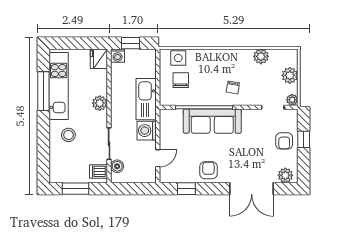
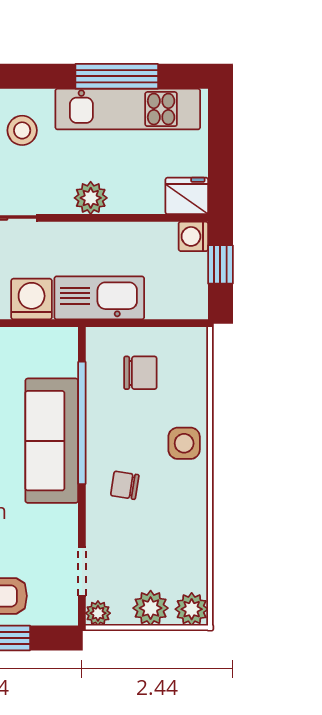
plant: (261, 56) -> (192, 609), moved
side table: (178, 58) -> (184, 443), moved

